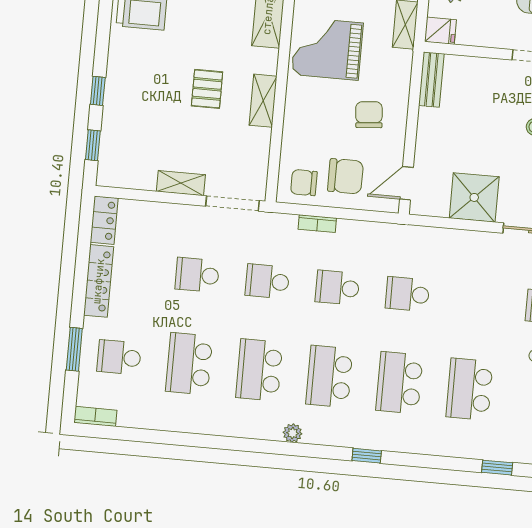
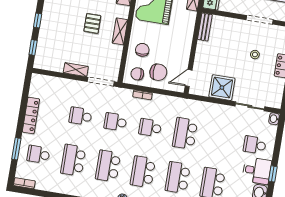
chair: (369, 115) -> (142, 50), moved
locker: (104, 220) -> (36, 85), removed
school desk: (407, 294) -> (185, 133), width x1.85

